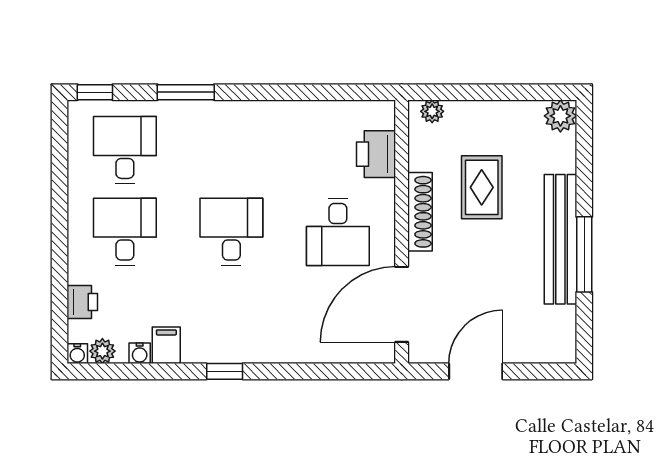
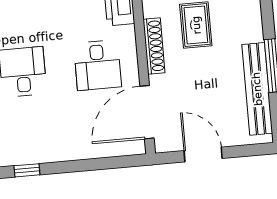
bench: (560, 239) -> (257, 89), moved
door: (476, 371) -> (203, 155), hinge flipped

